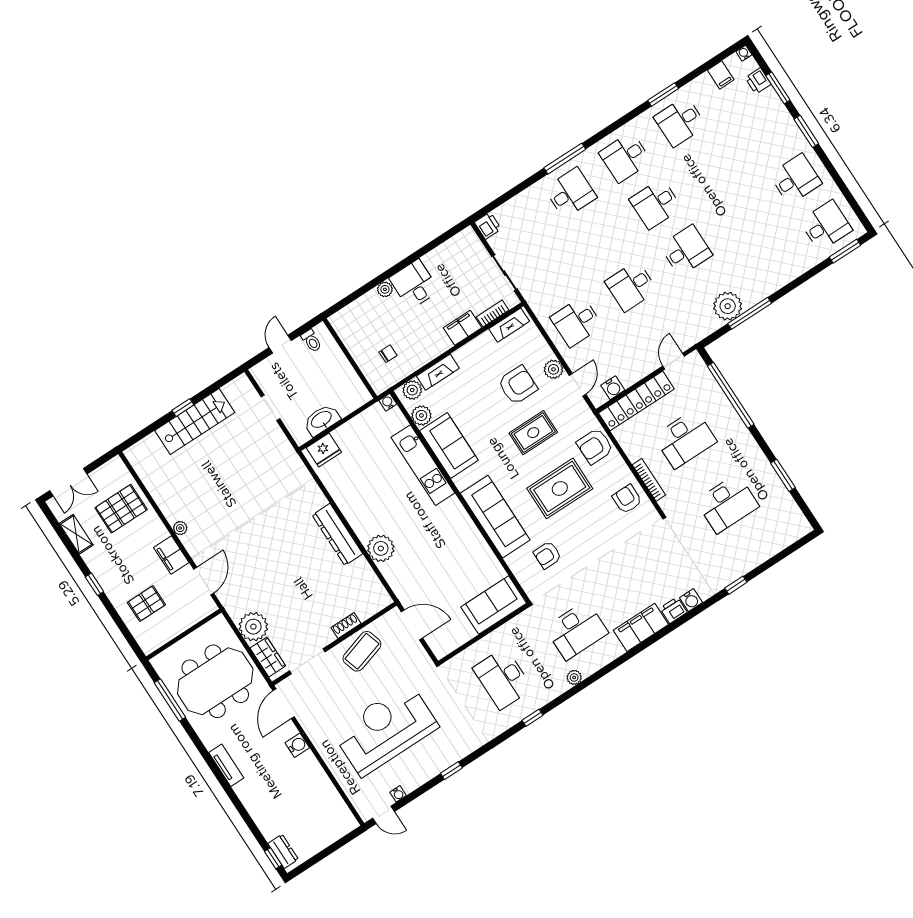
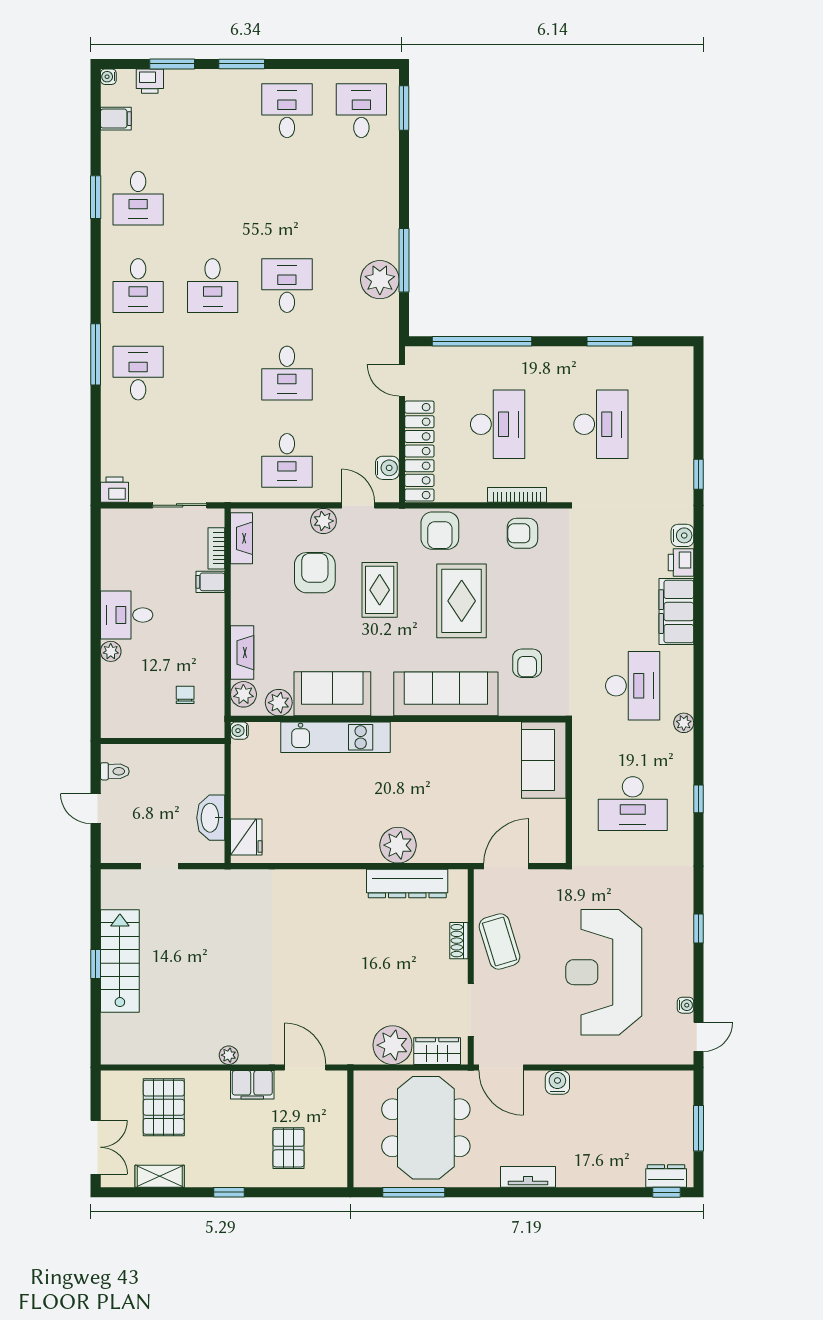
filing cabinet: (462, 328) -> (210, 582), width x0.50
dresser: (337, 534) -> (407, 884), moved
window: (326, 852) -> (699, 1128), added

